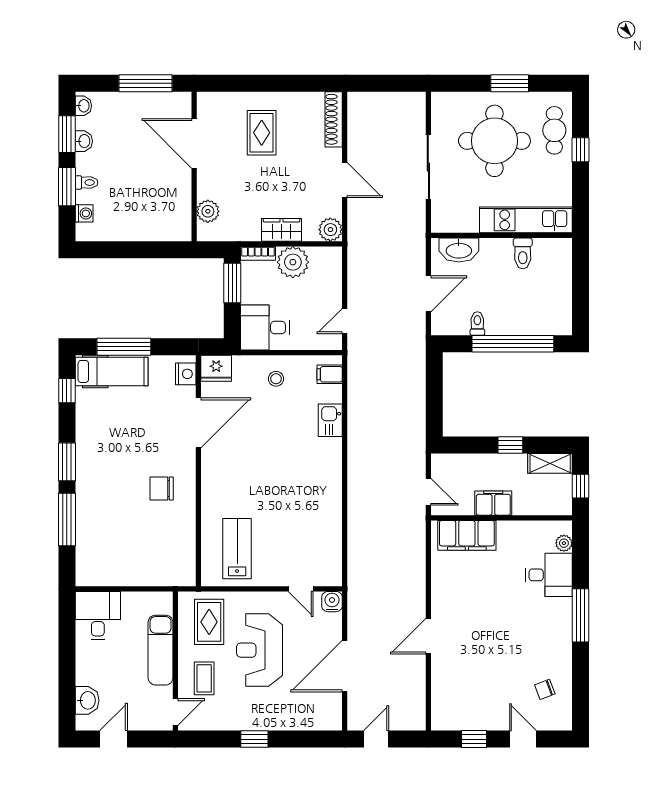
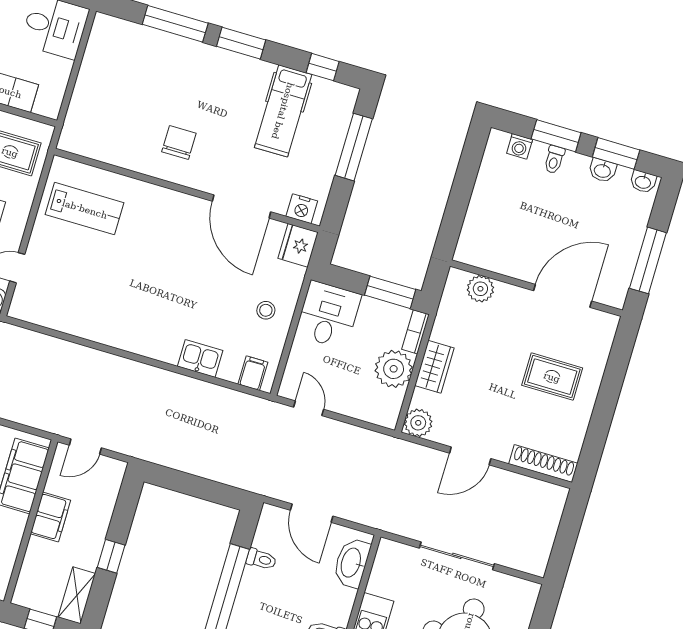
hospital bed: (112, 371) -> (283, 111), moved

